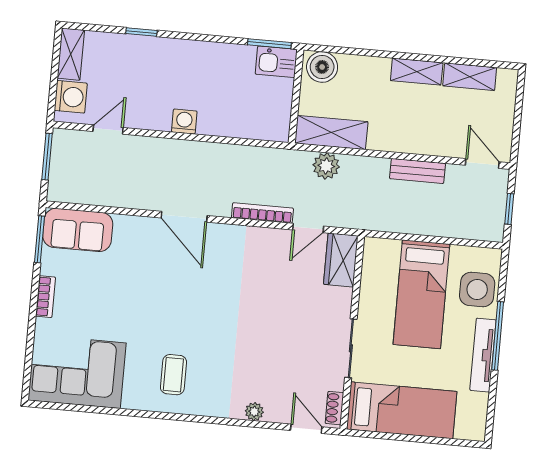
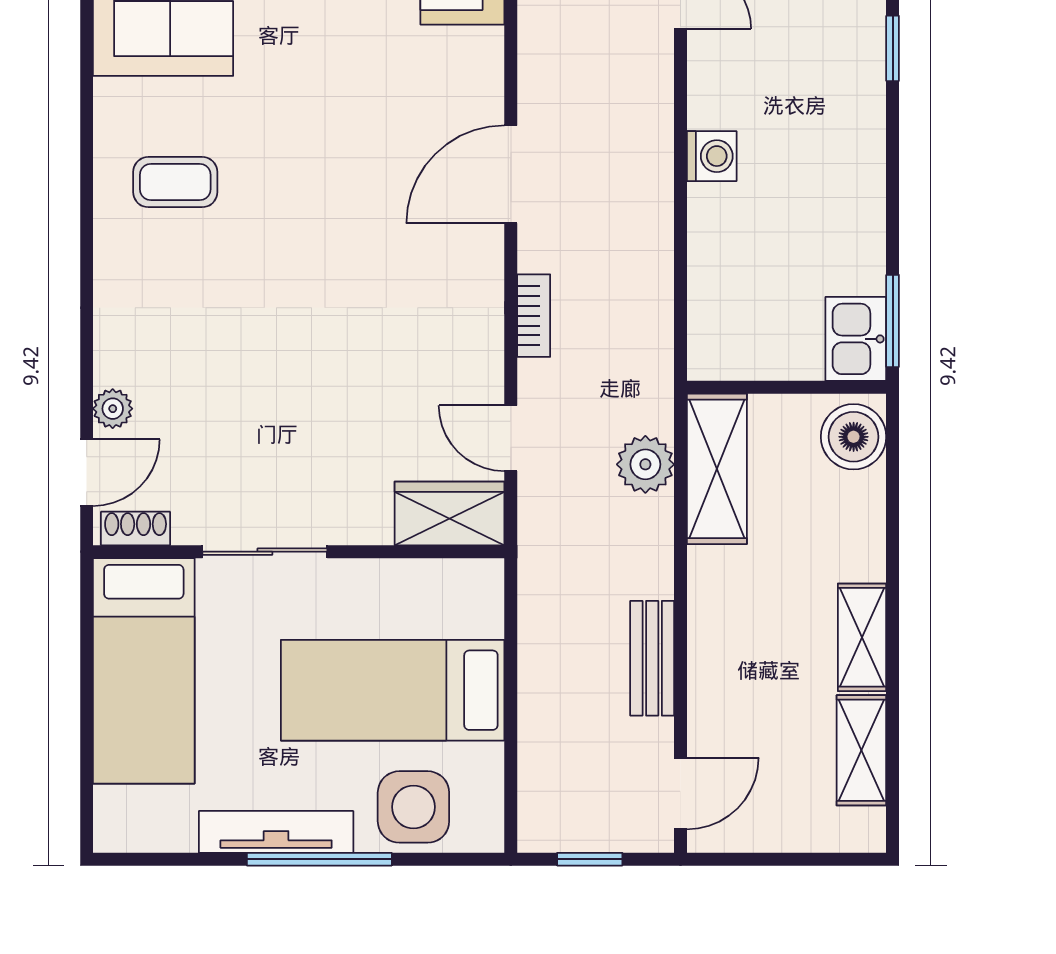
bookcase: (262, 213) -> (534, 316), width x0.64
plant: (254, 412) -> (113, 409), moved

